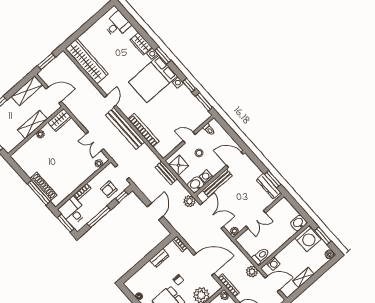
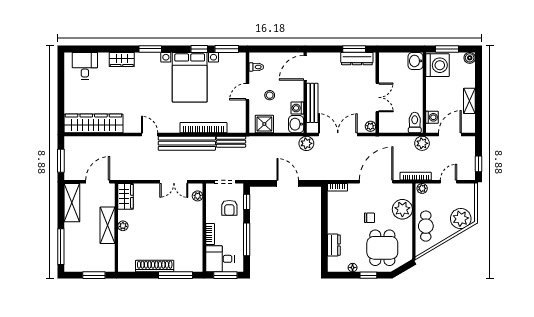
bed with nightstands: (153, 79) -> (190, 77), moved
bench: (166, 173) -> (231, 142), moved
shoe rack: (43, 187) -> (155, 266), moved
dresser: (159, 258) -> (334, 245), moved

